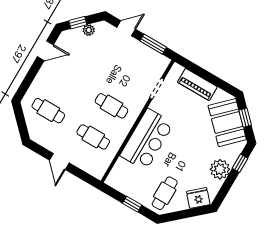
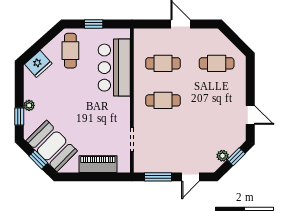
door: (45, 51) -> (250, 115), swing flipped
bar counter: (147, 139) -> (114, 68), moved
plant: (220, 169) -> (29, 105), width x0.53, depth x0.53

